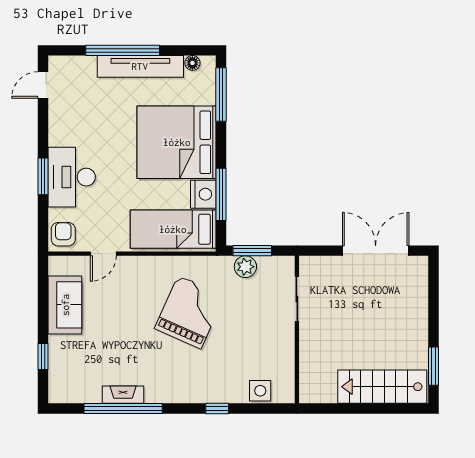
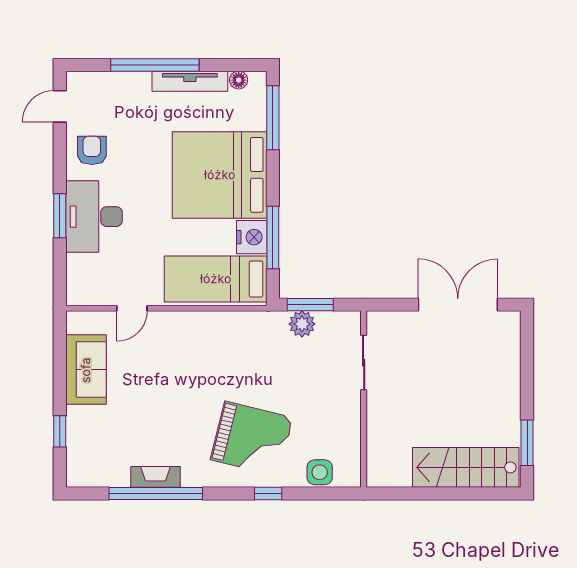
tv unit: (140, 66) -> (190, 81), width x0.73, depth x0.78
armchair: (63, 234) -> (92, 150), moved
grand piano: (190, 312) -> (252, 439), moved, turned 80

